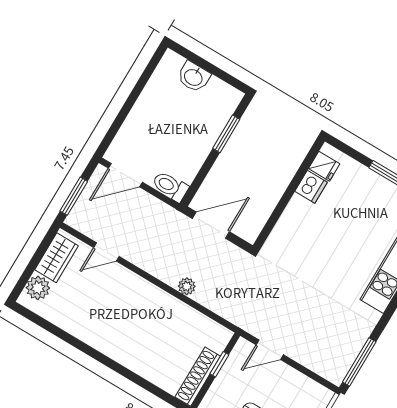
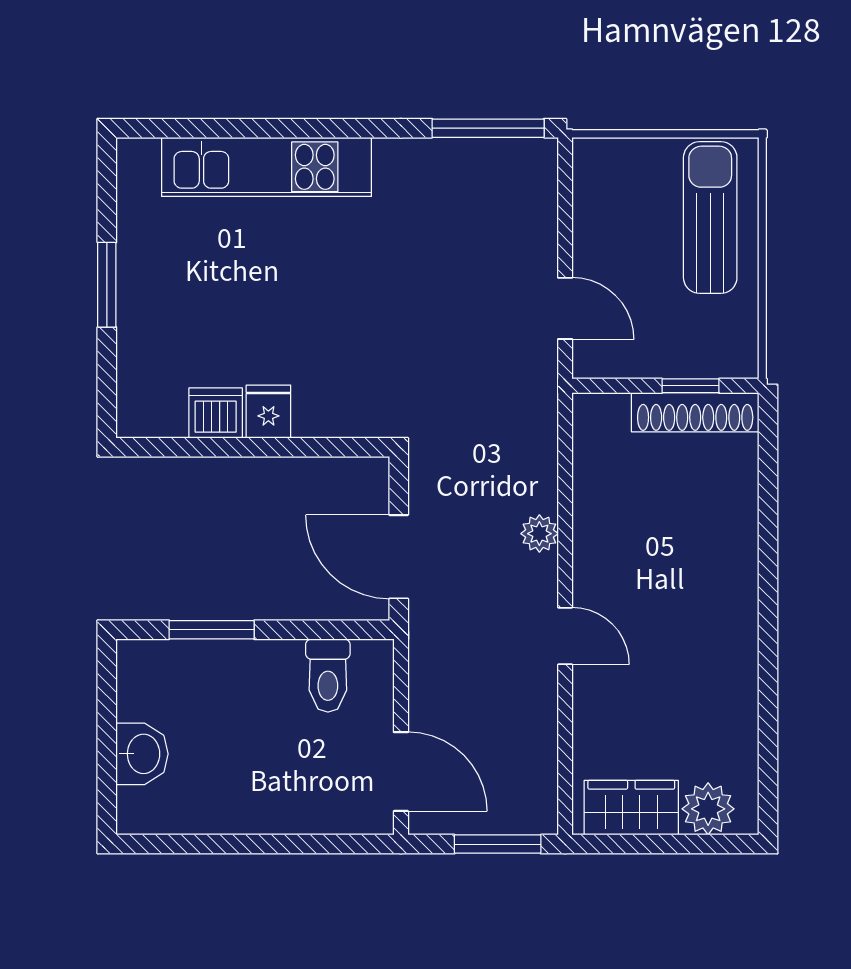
fridge: (324, 166) -> (268, 412), moved
toilet: (170, 186) -> (328, 675), moved
door: (106, 252) -> (565, 636), moved
window: (219, 364) -> (691, 386), moved

